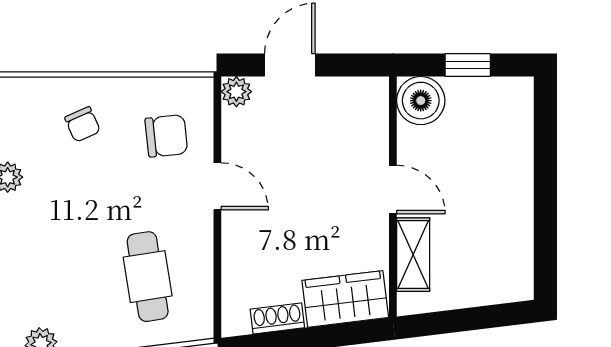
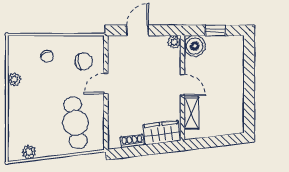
plant: (236, 92) -> (174, 42), moved
door: (217, 186) -> (106, 83), swing flipped
cafe table: (148, 277) -> (75, 123), width x1.37, depth x1.35

